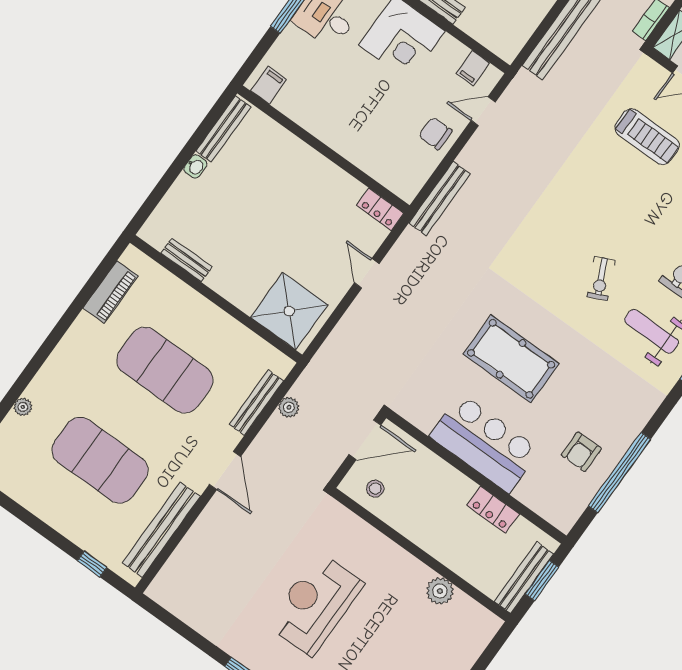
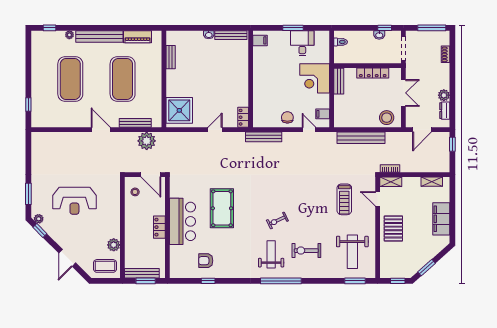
plant: (289, 407) -> (147, 141), width x1.87, depth x1.87
door: (225, 470) -> (101, 130), swing flipped
window: (619, 473) -> (208, 281), width x0.32
locker: (493, 510) -> (159, 227), moved
bench: (161, 530) -> (99, 36), moved
reception desk: (315, 604) -> (74, 201), turned 180
coffee table: (465, 632) -> (105, 266), added

